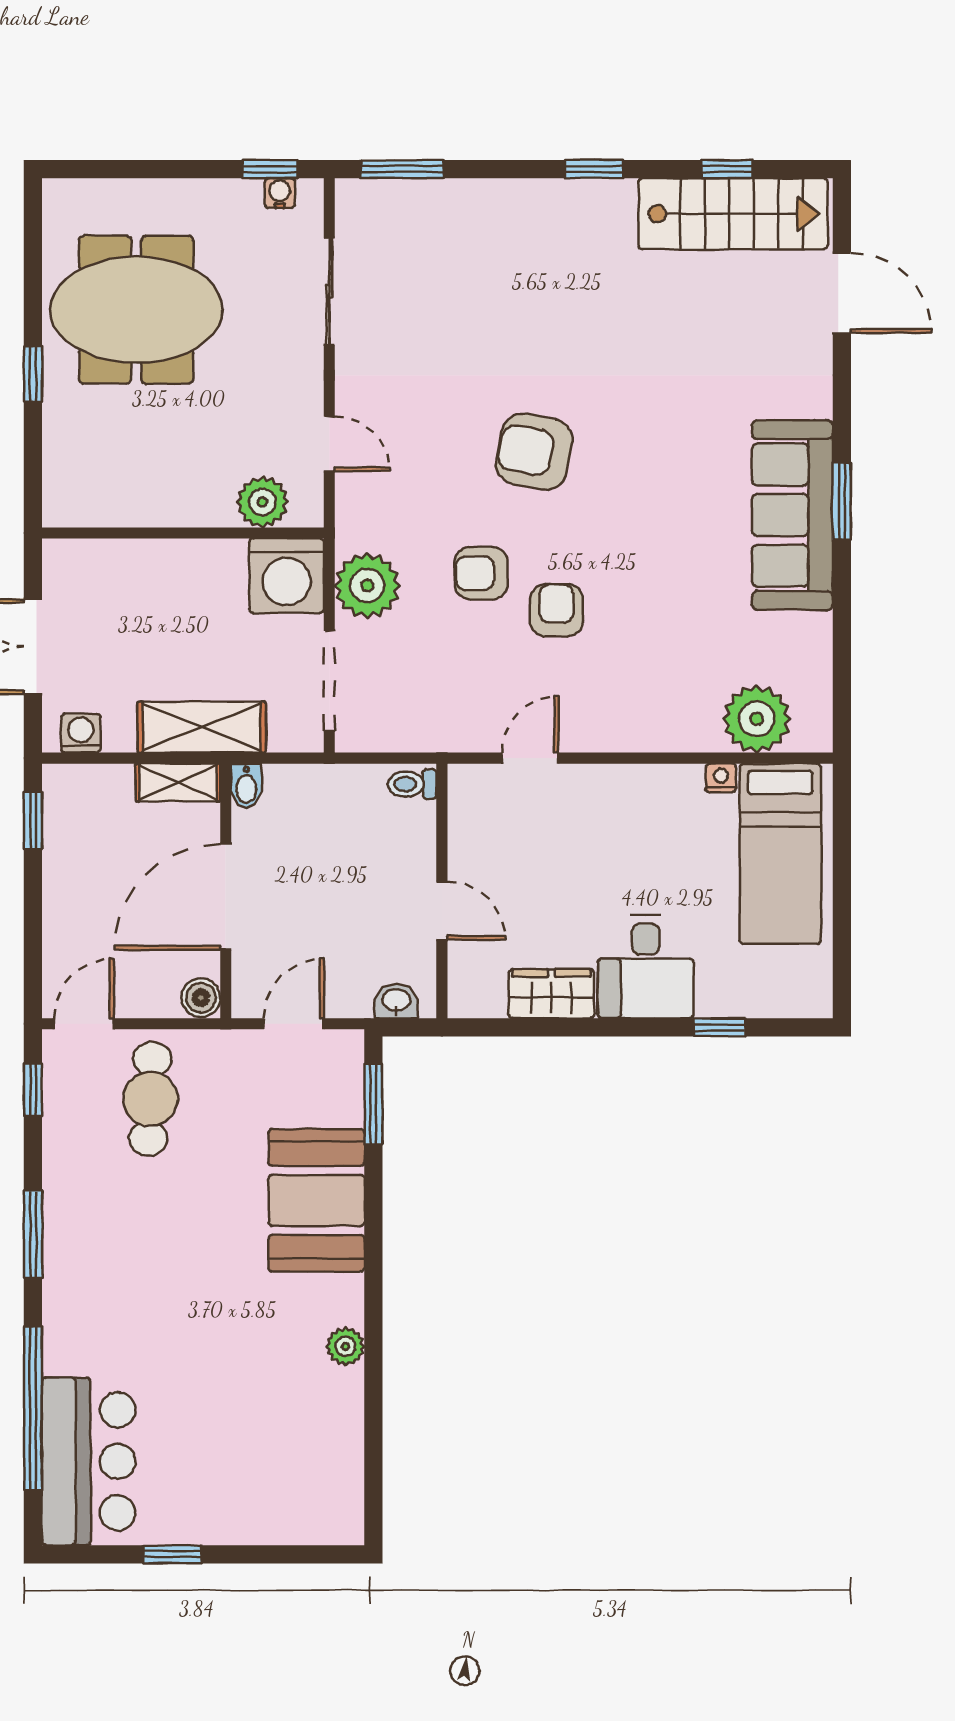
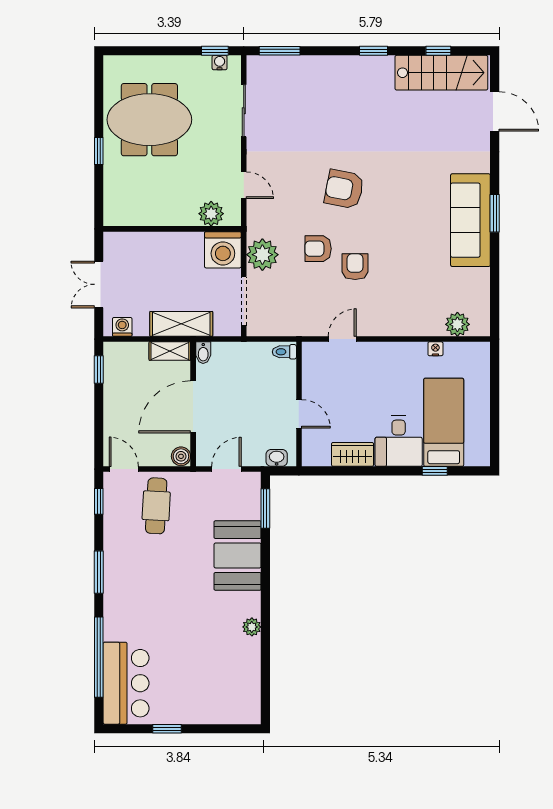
plant: (757, 719) -> (457, 324), width x0.73, depth x0.73
bed: (780, 854) -> (444, 422), moved, turned 180
door: (84, 1024) -> (124, 469), hinge flipped

